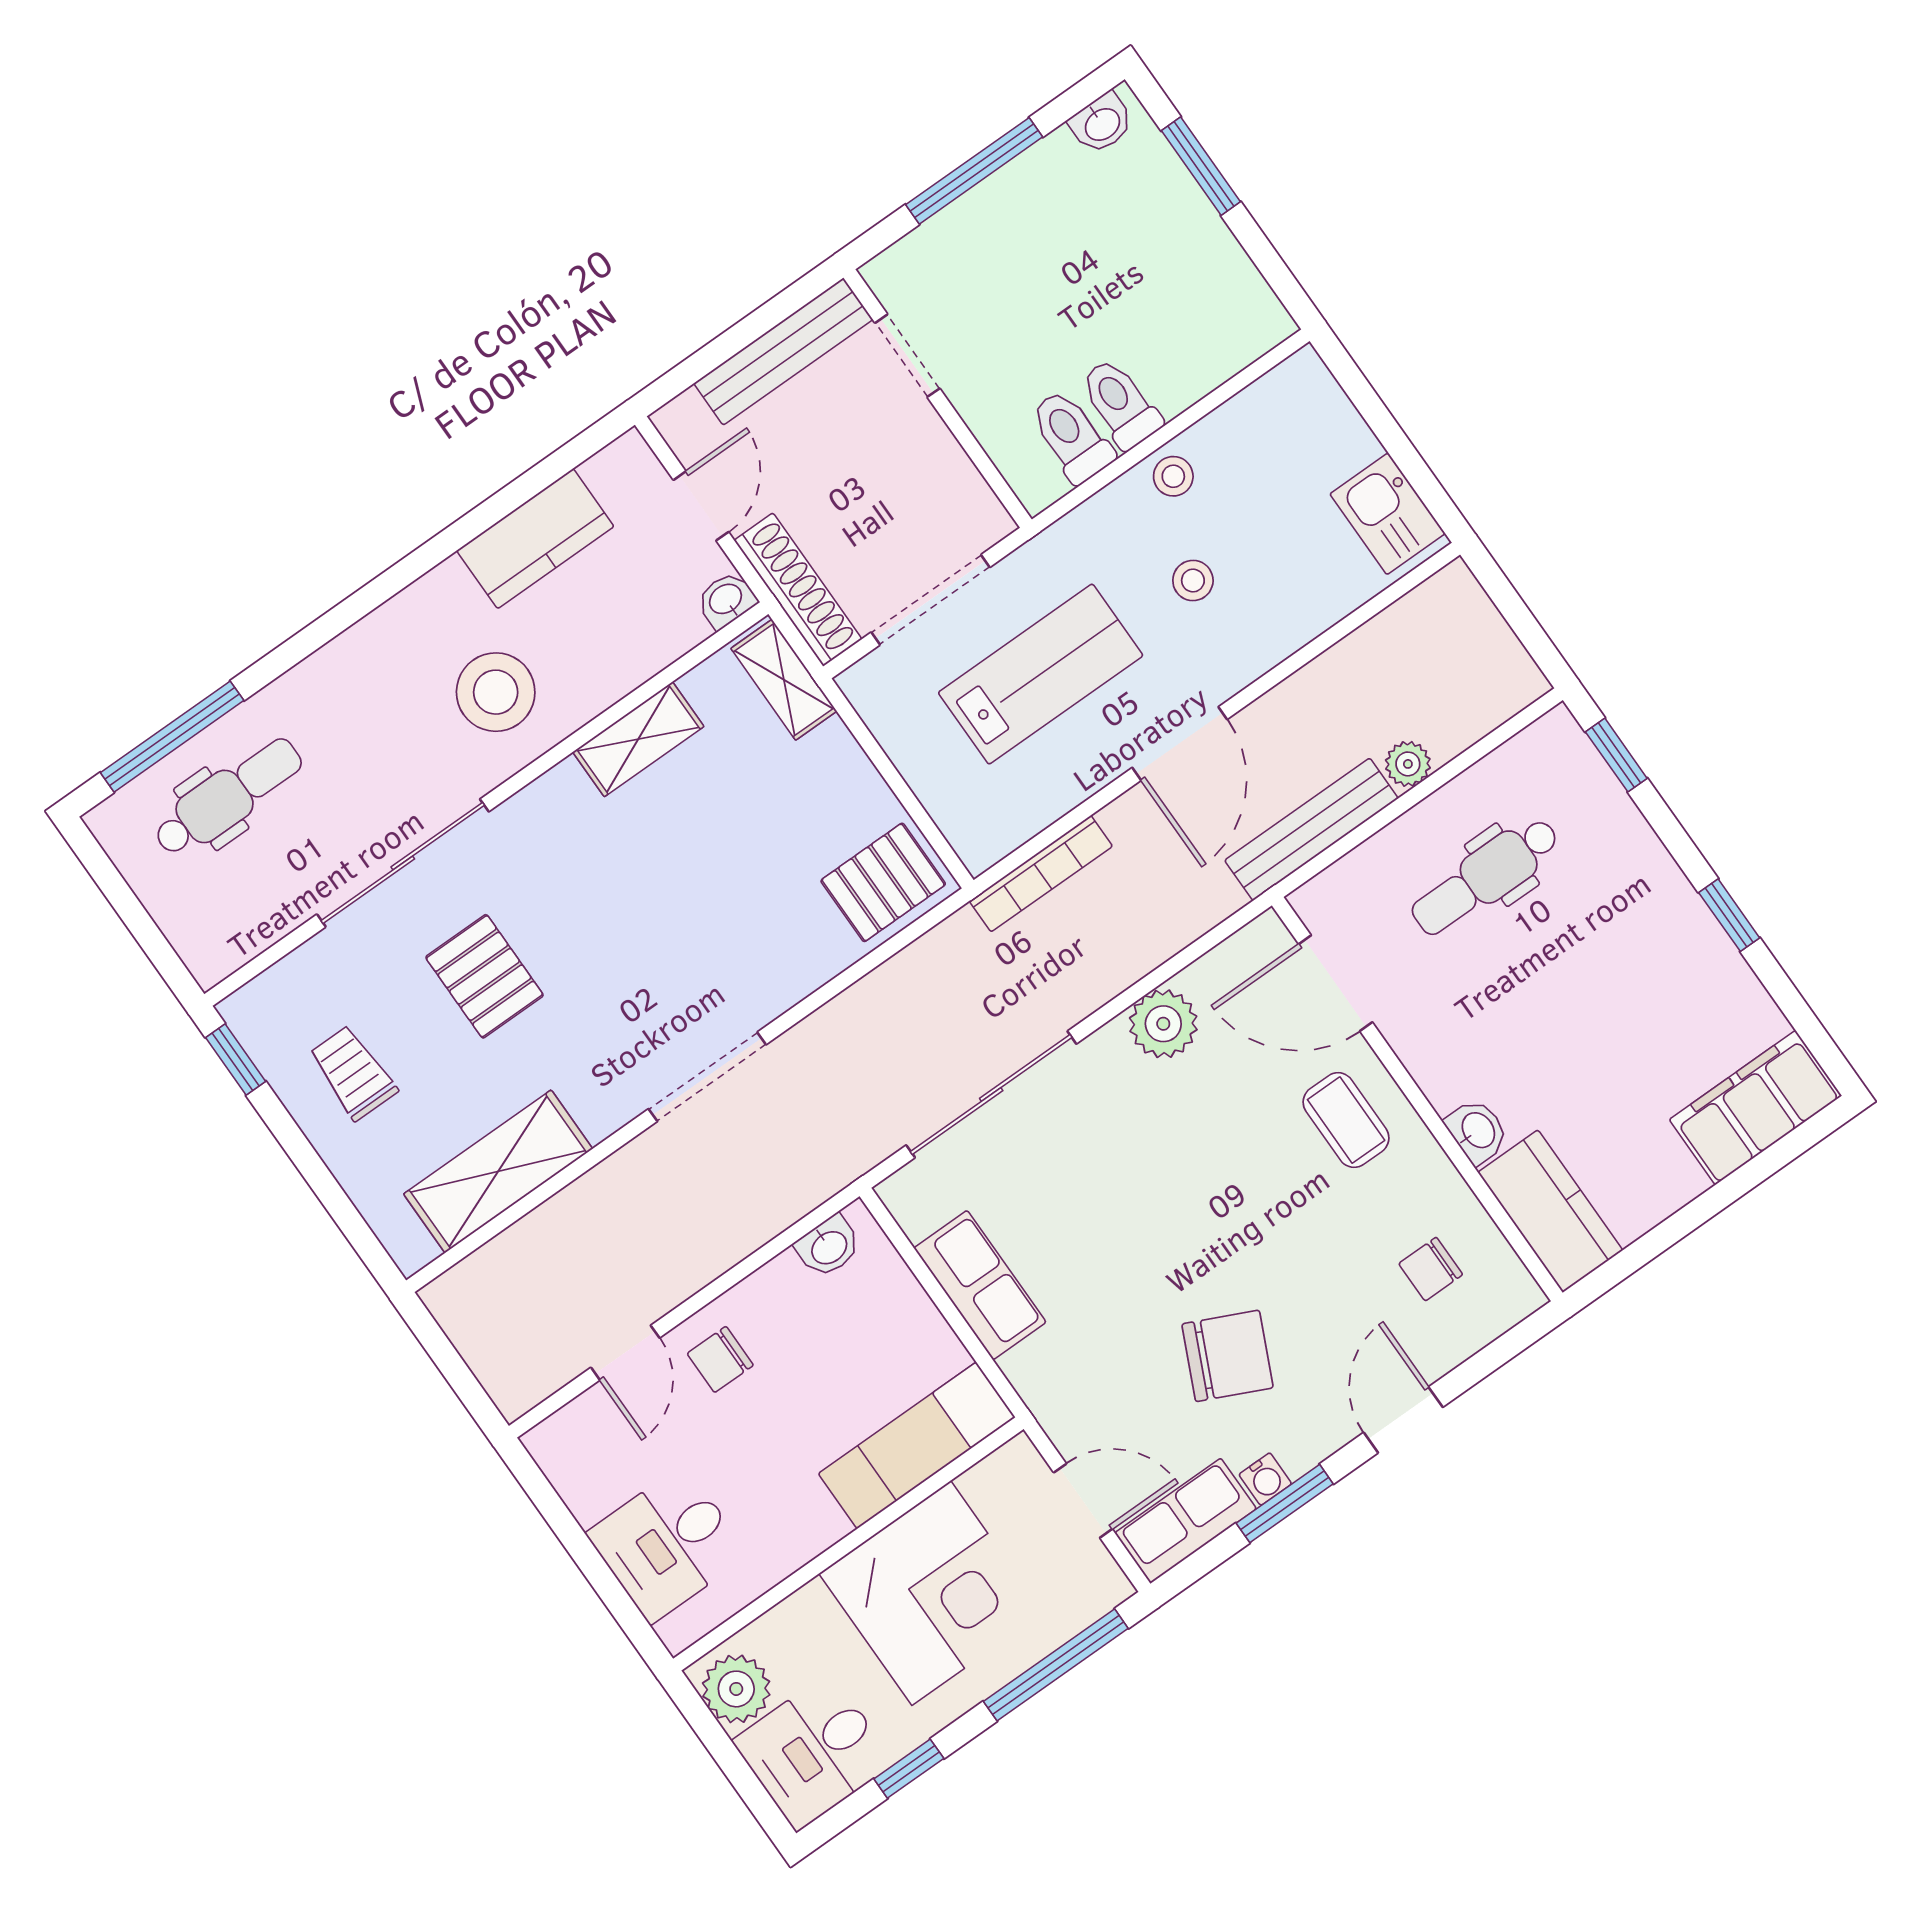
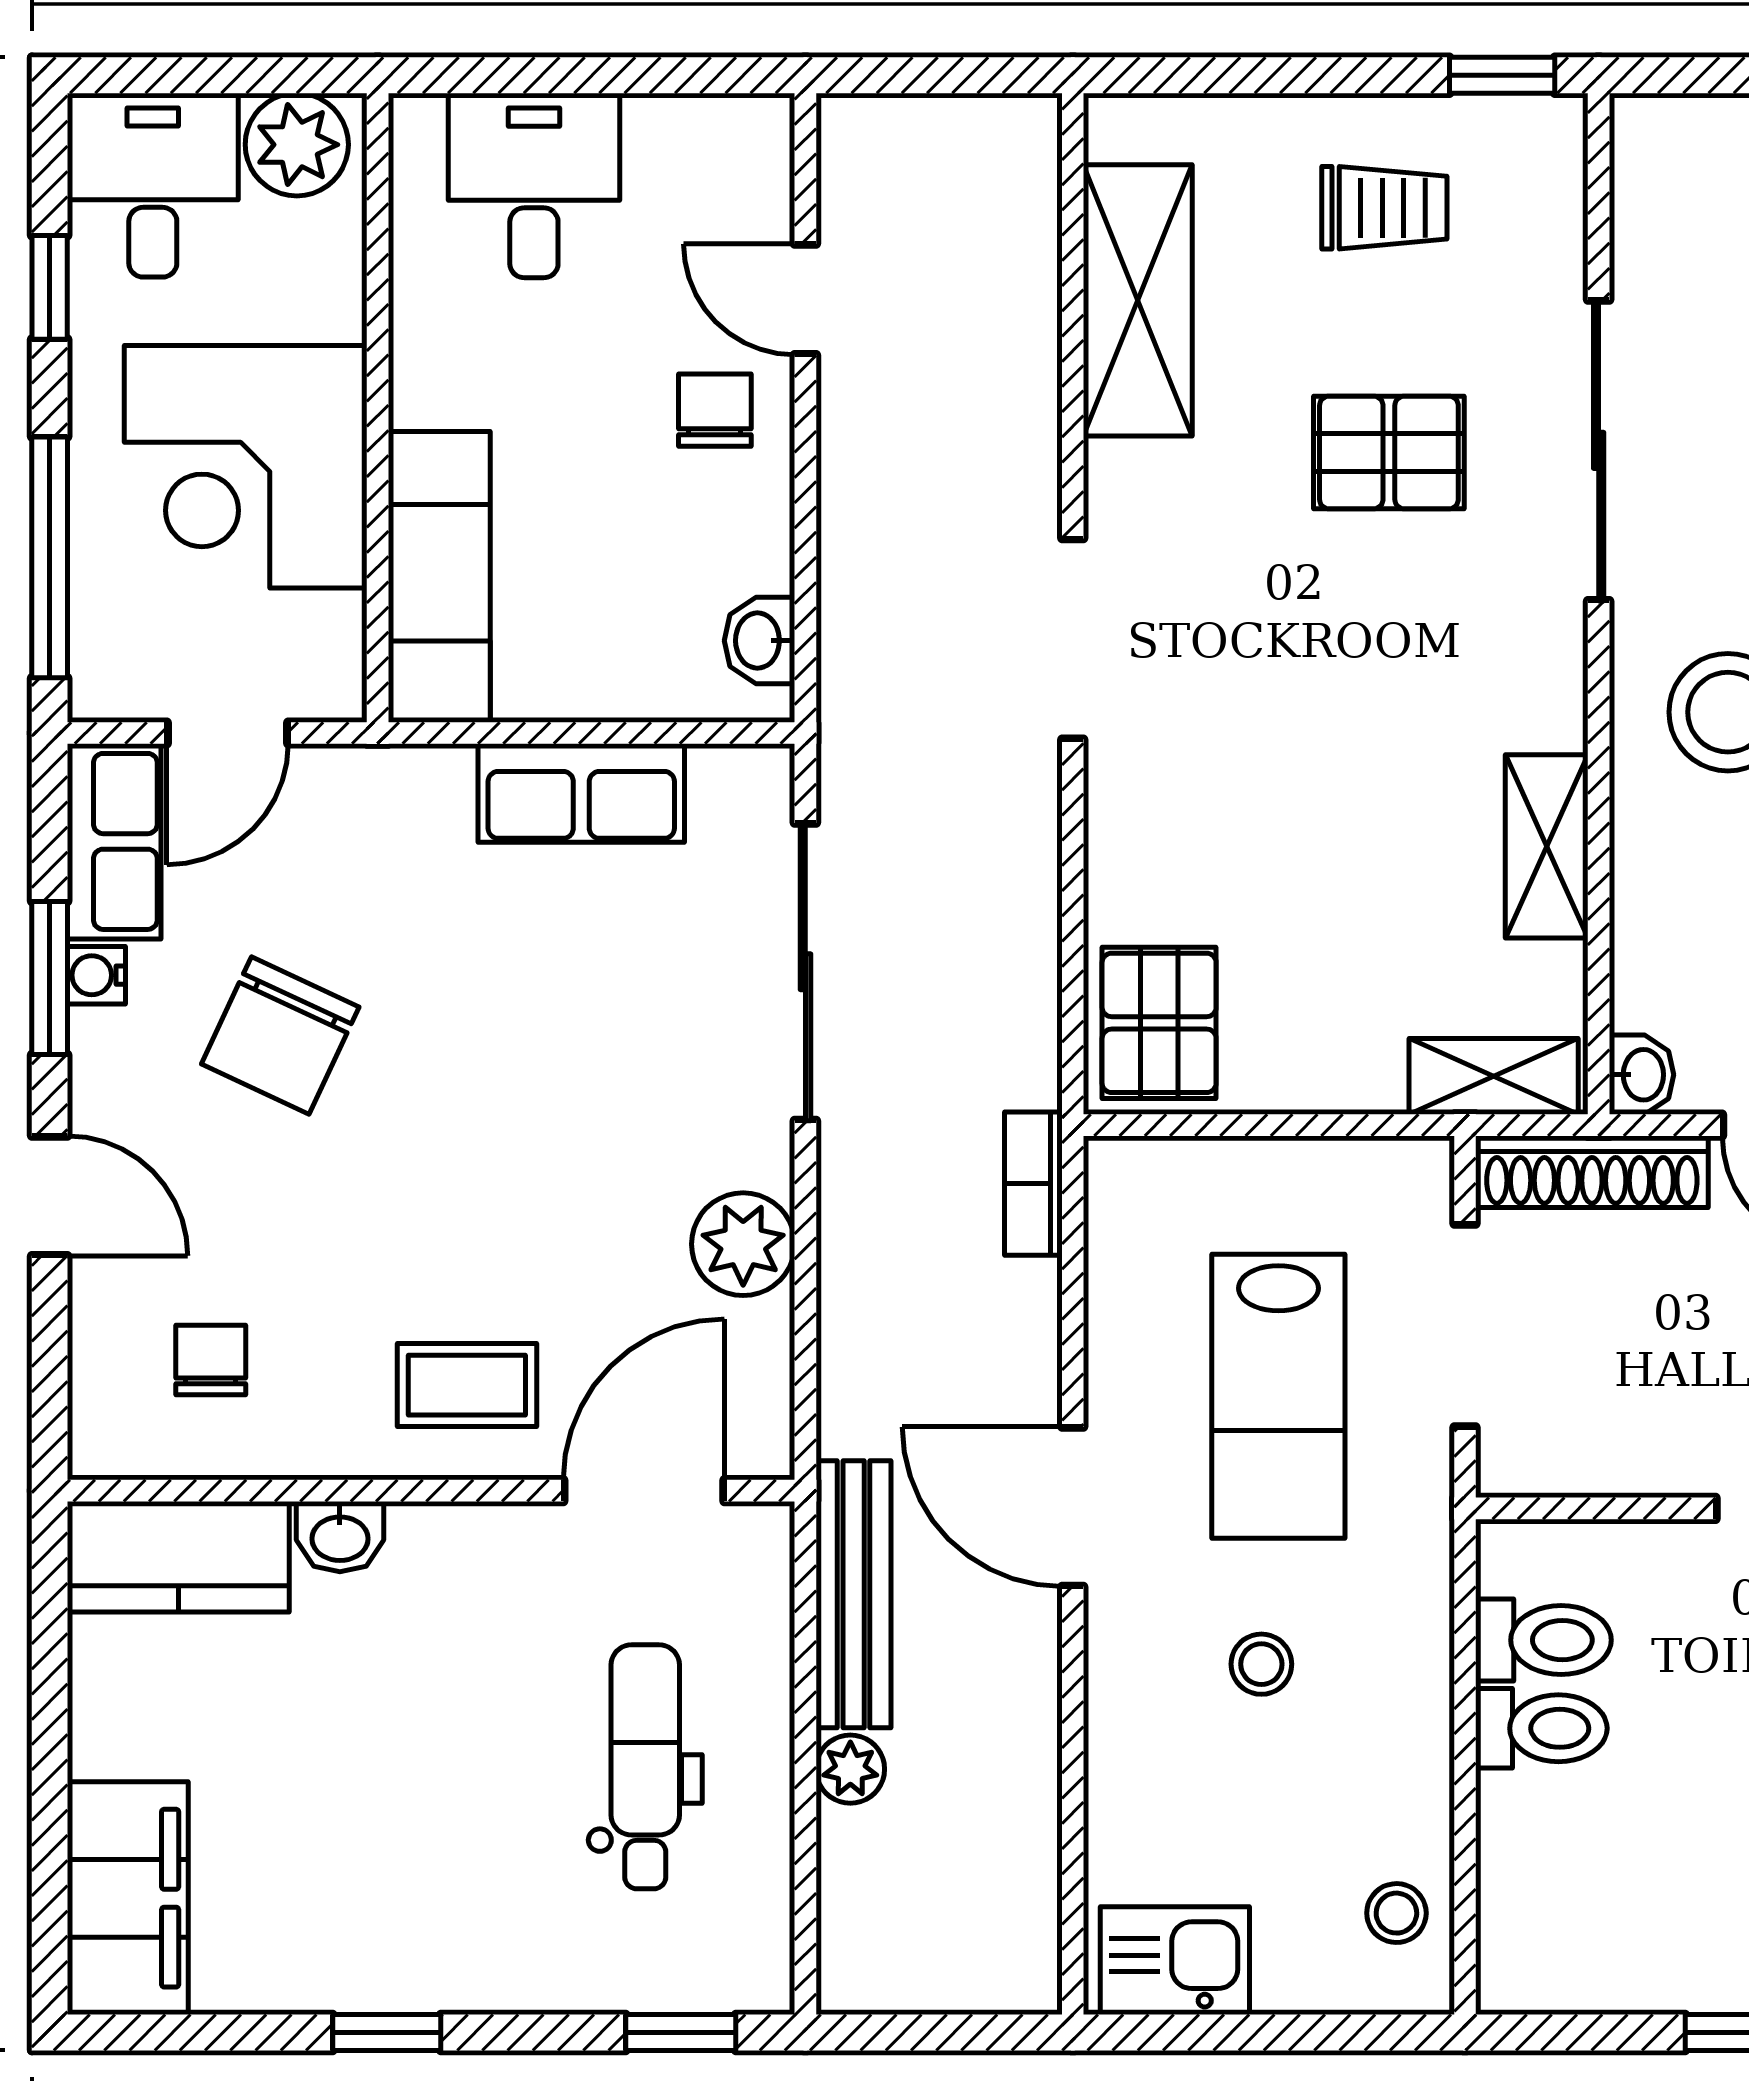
stool: (1173, 476) -> (1396, 1913), moved
bookcase: (1041, 874) -> (1033, 1184), width x0.64

